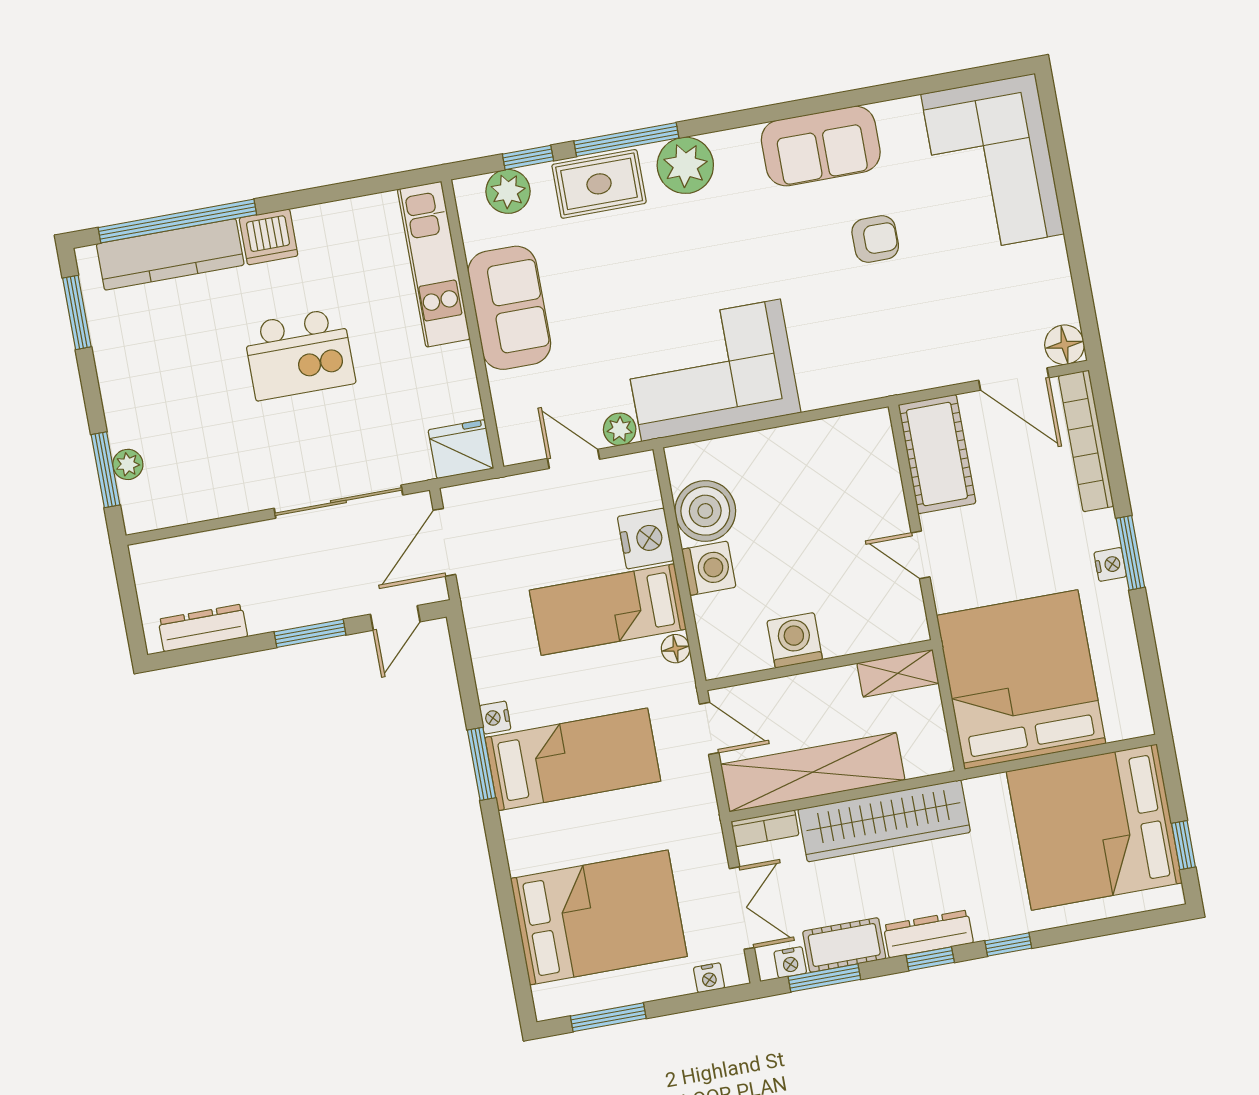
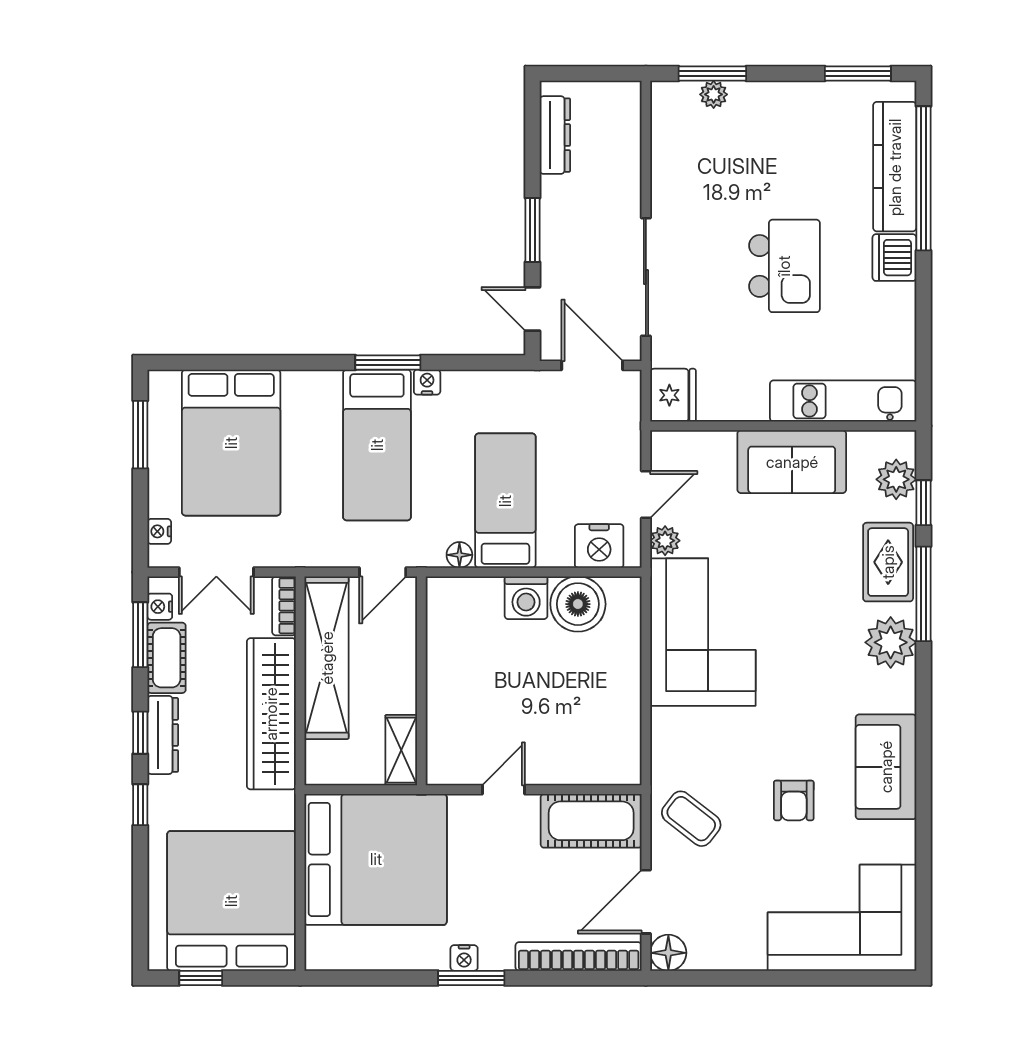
coffee table: (915, 346) -> (691, 819), added
kitchen island: (299, 354) -> (784, 266), turned 180
nightstand: (646, 539) -> (599, 546), moved
washing machine: (795, 640) -> (447, 663), removed

